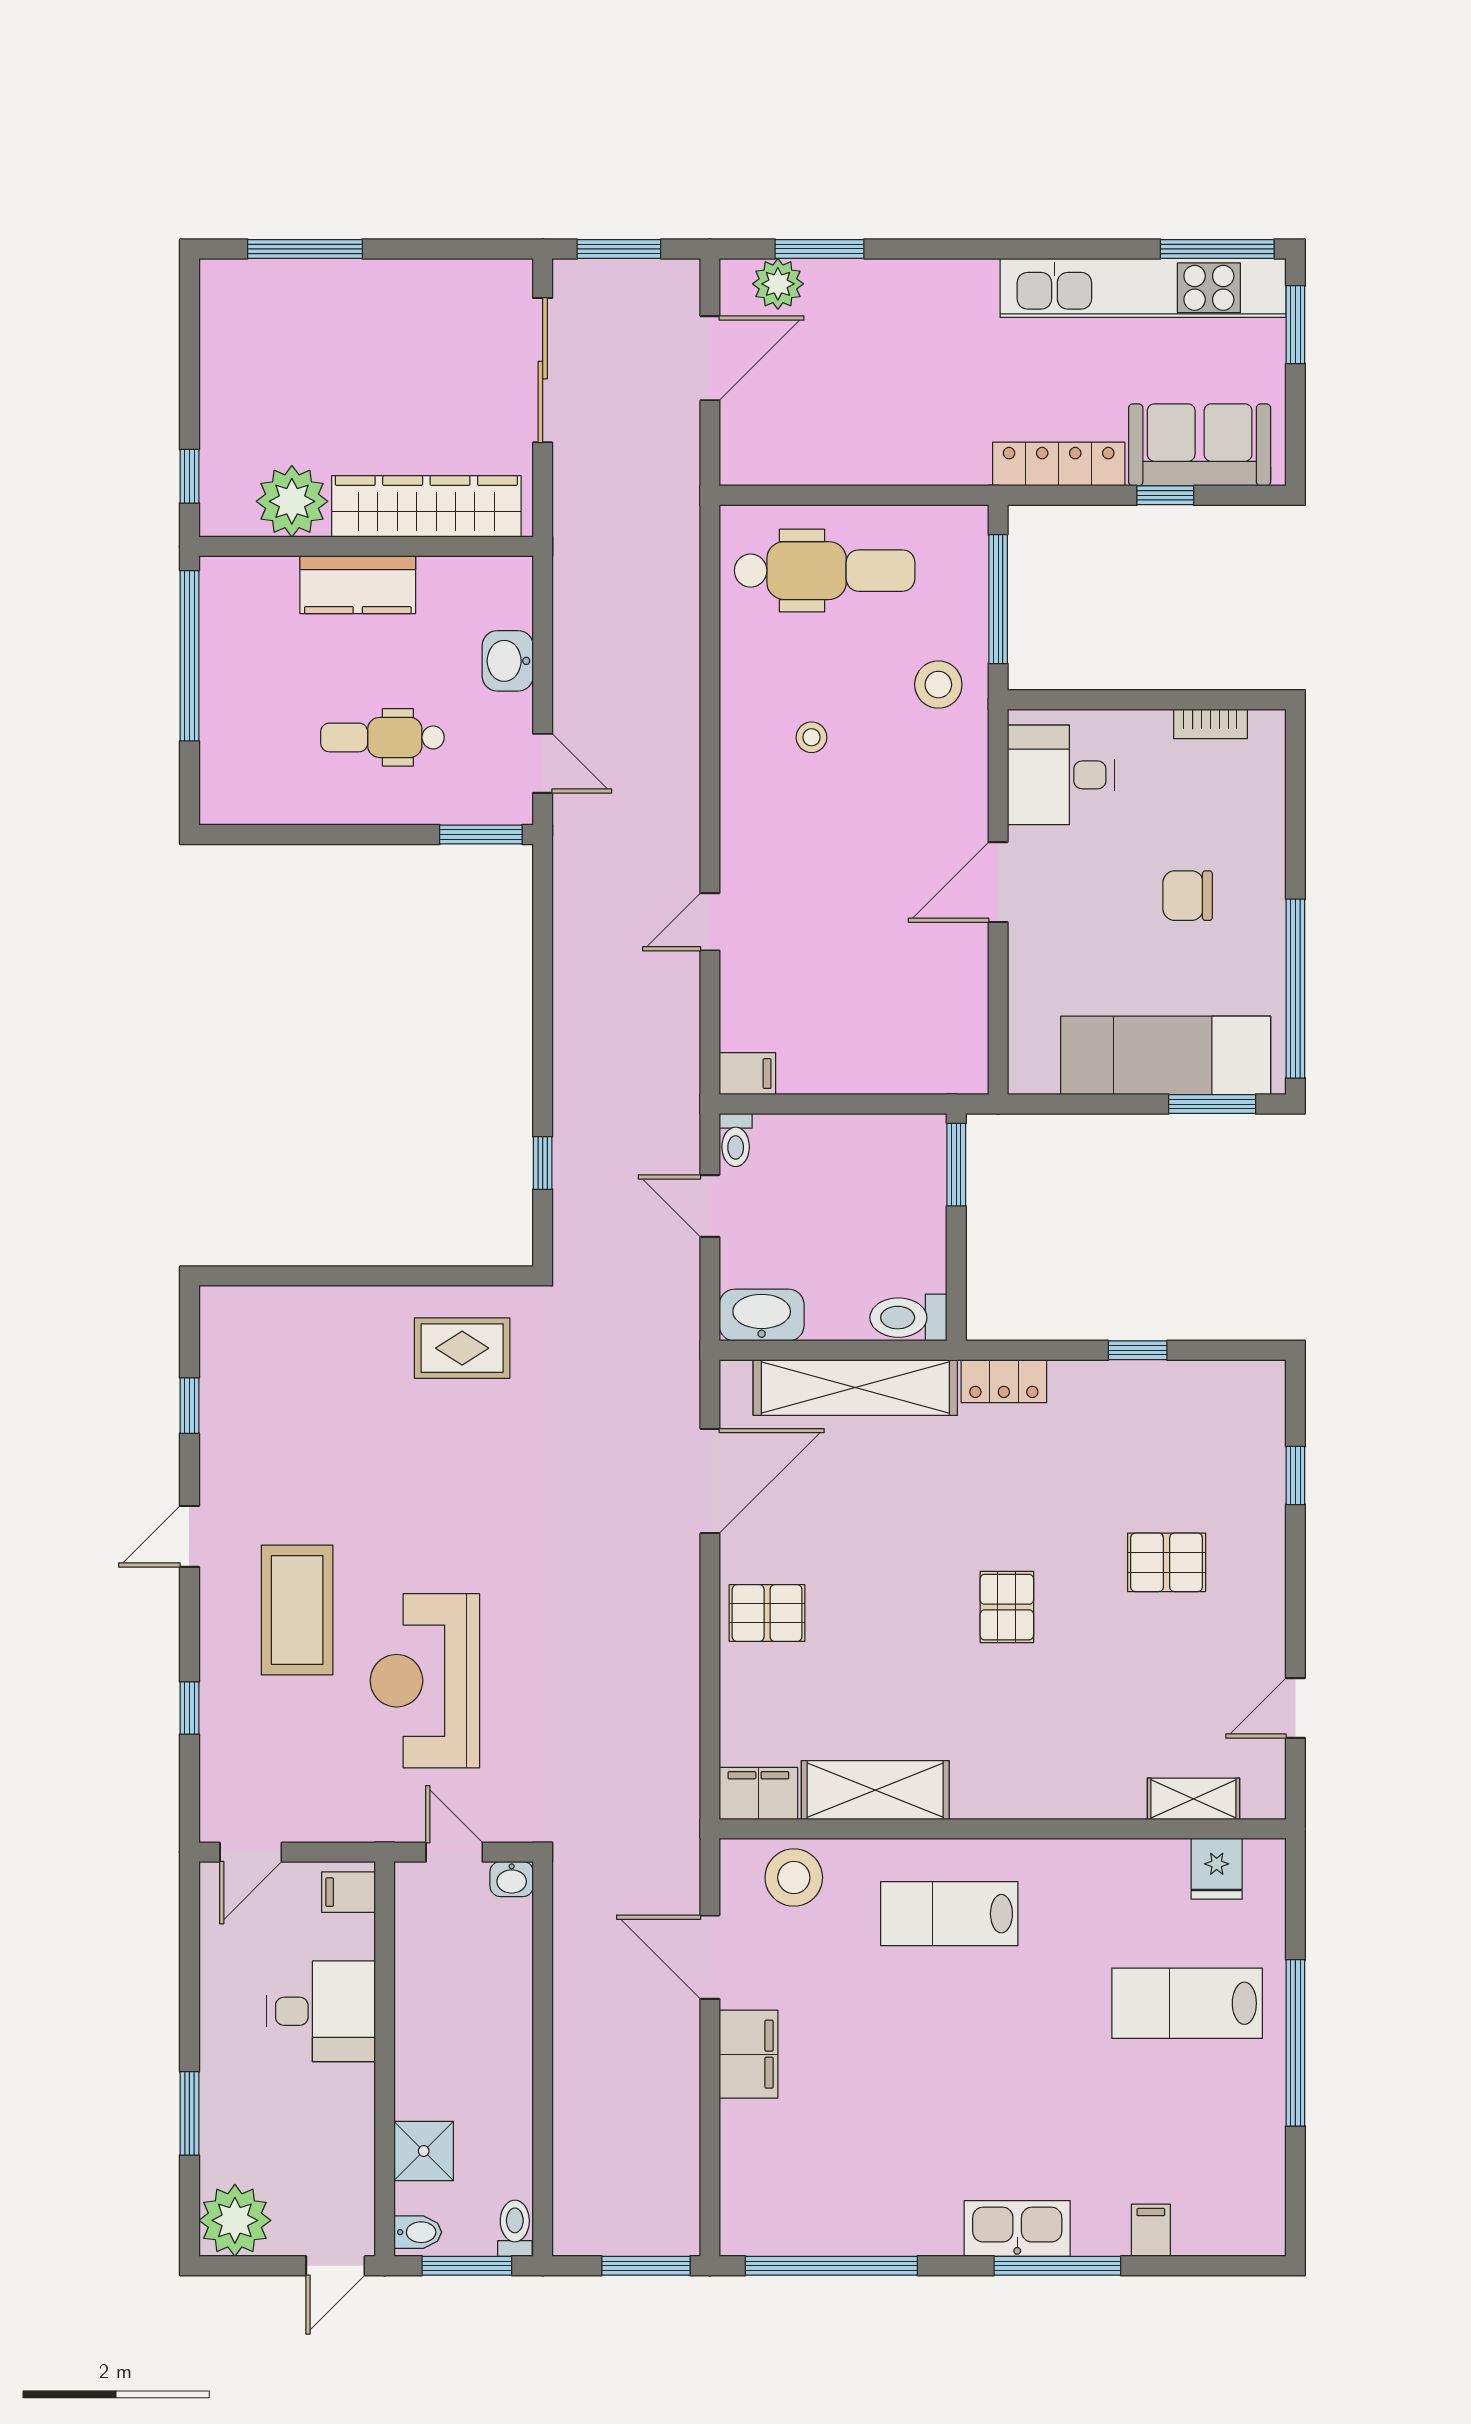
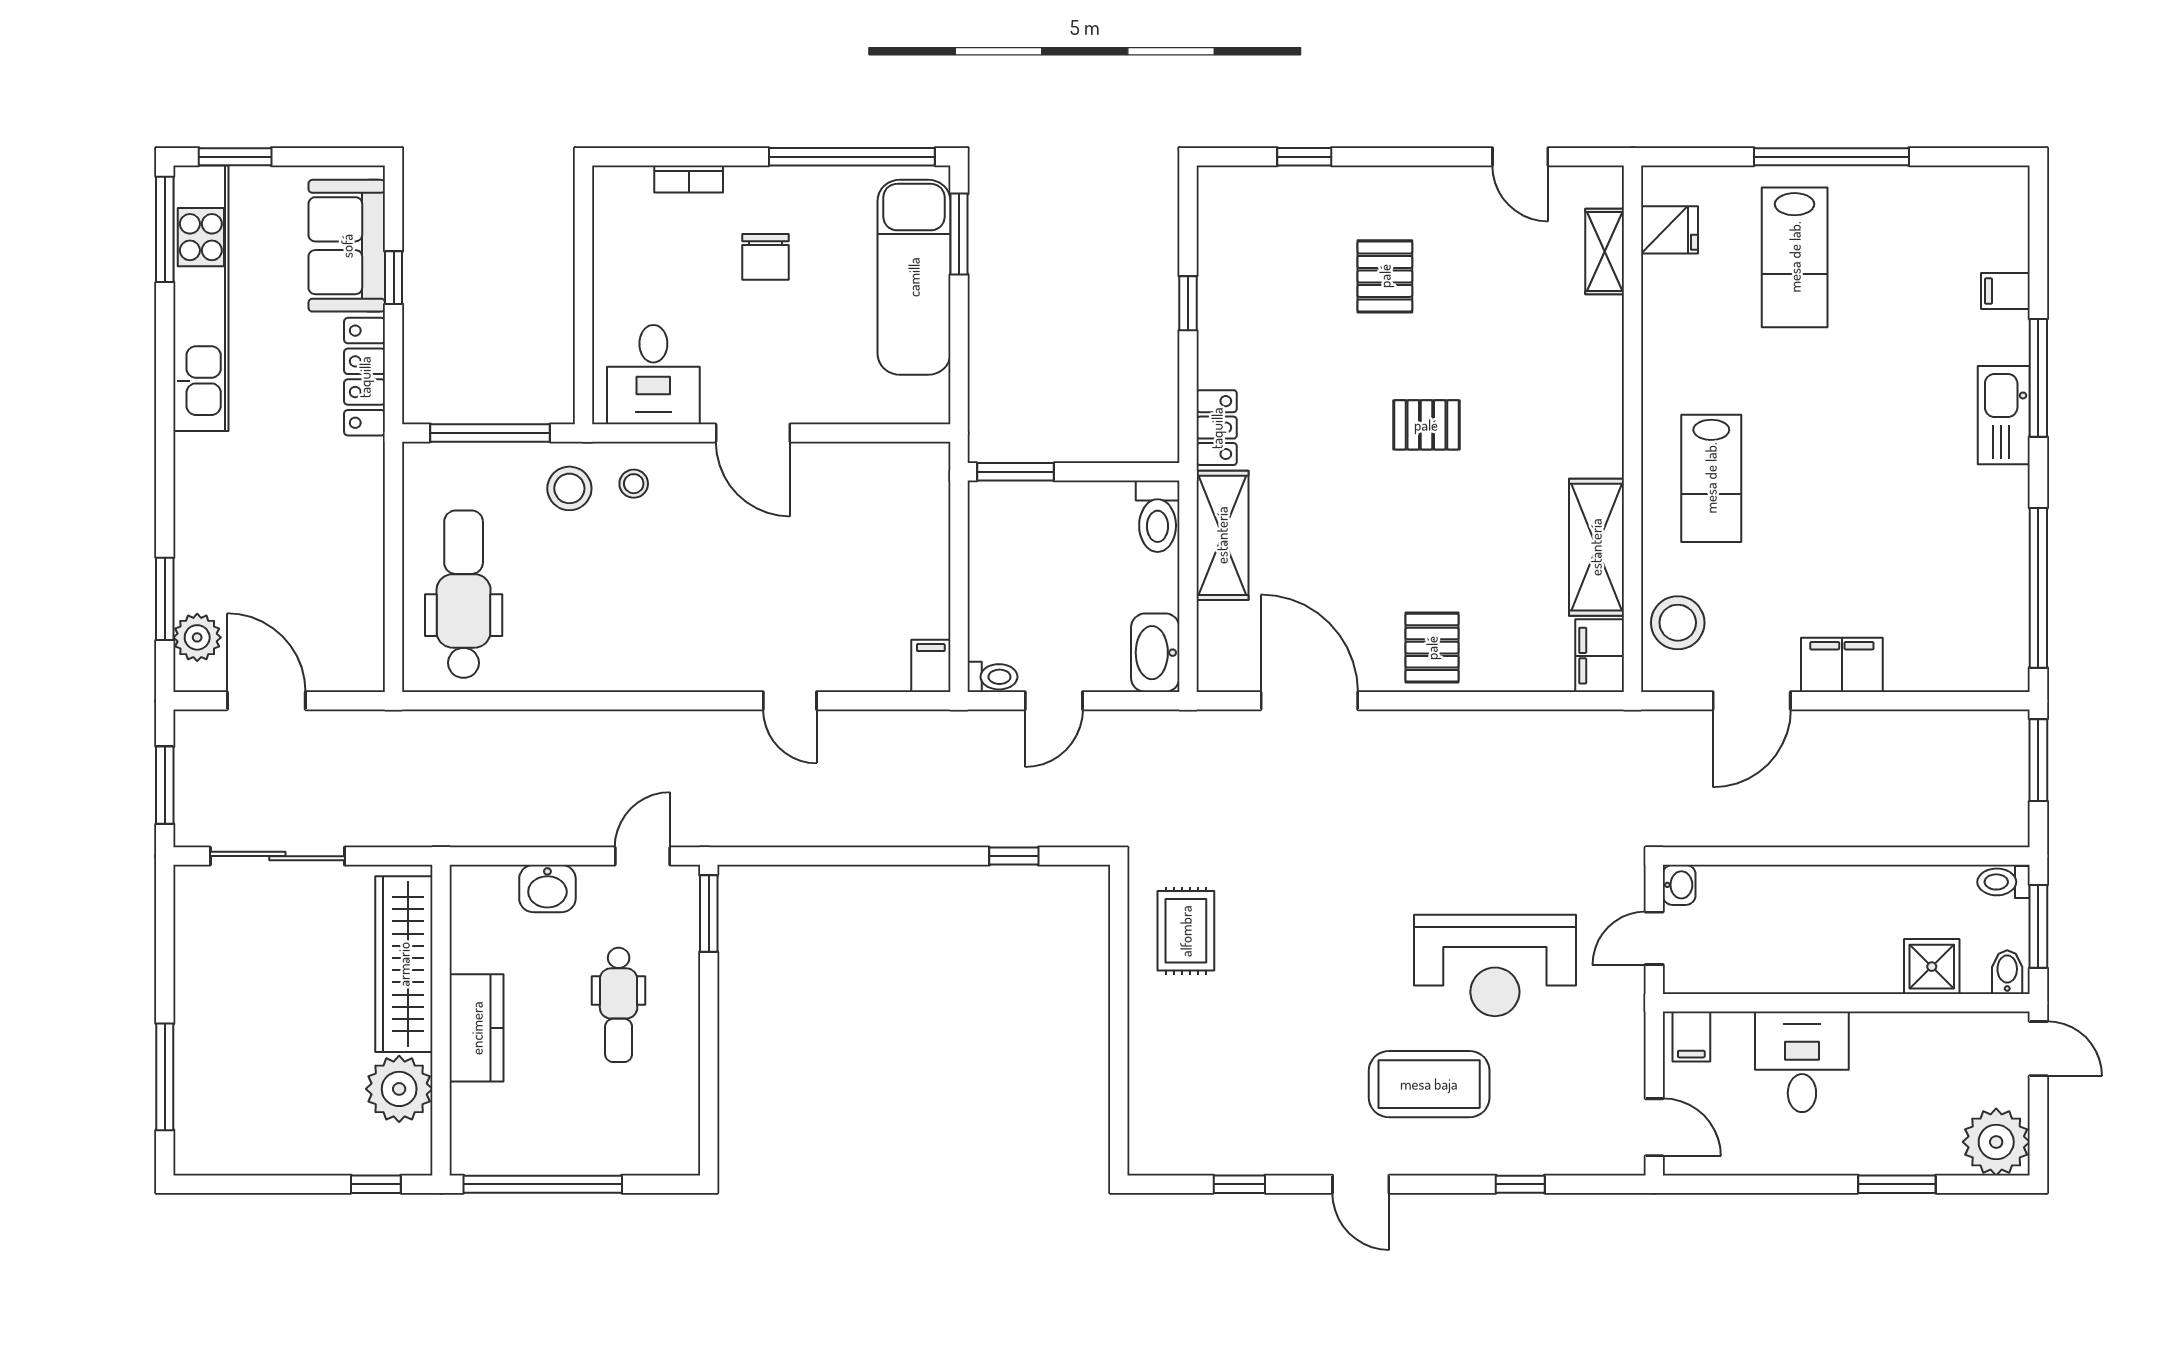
bookcase: (1210, 724) -> (689, 179), moved, turned 90
stool: (811, 737) -> (634, 484), moved
shelving: (855, 1387) -> (1222, 535), width x0.68

